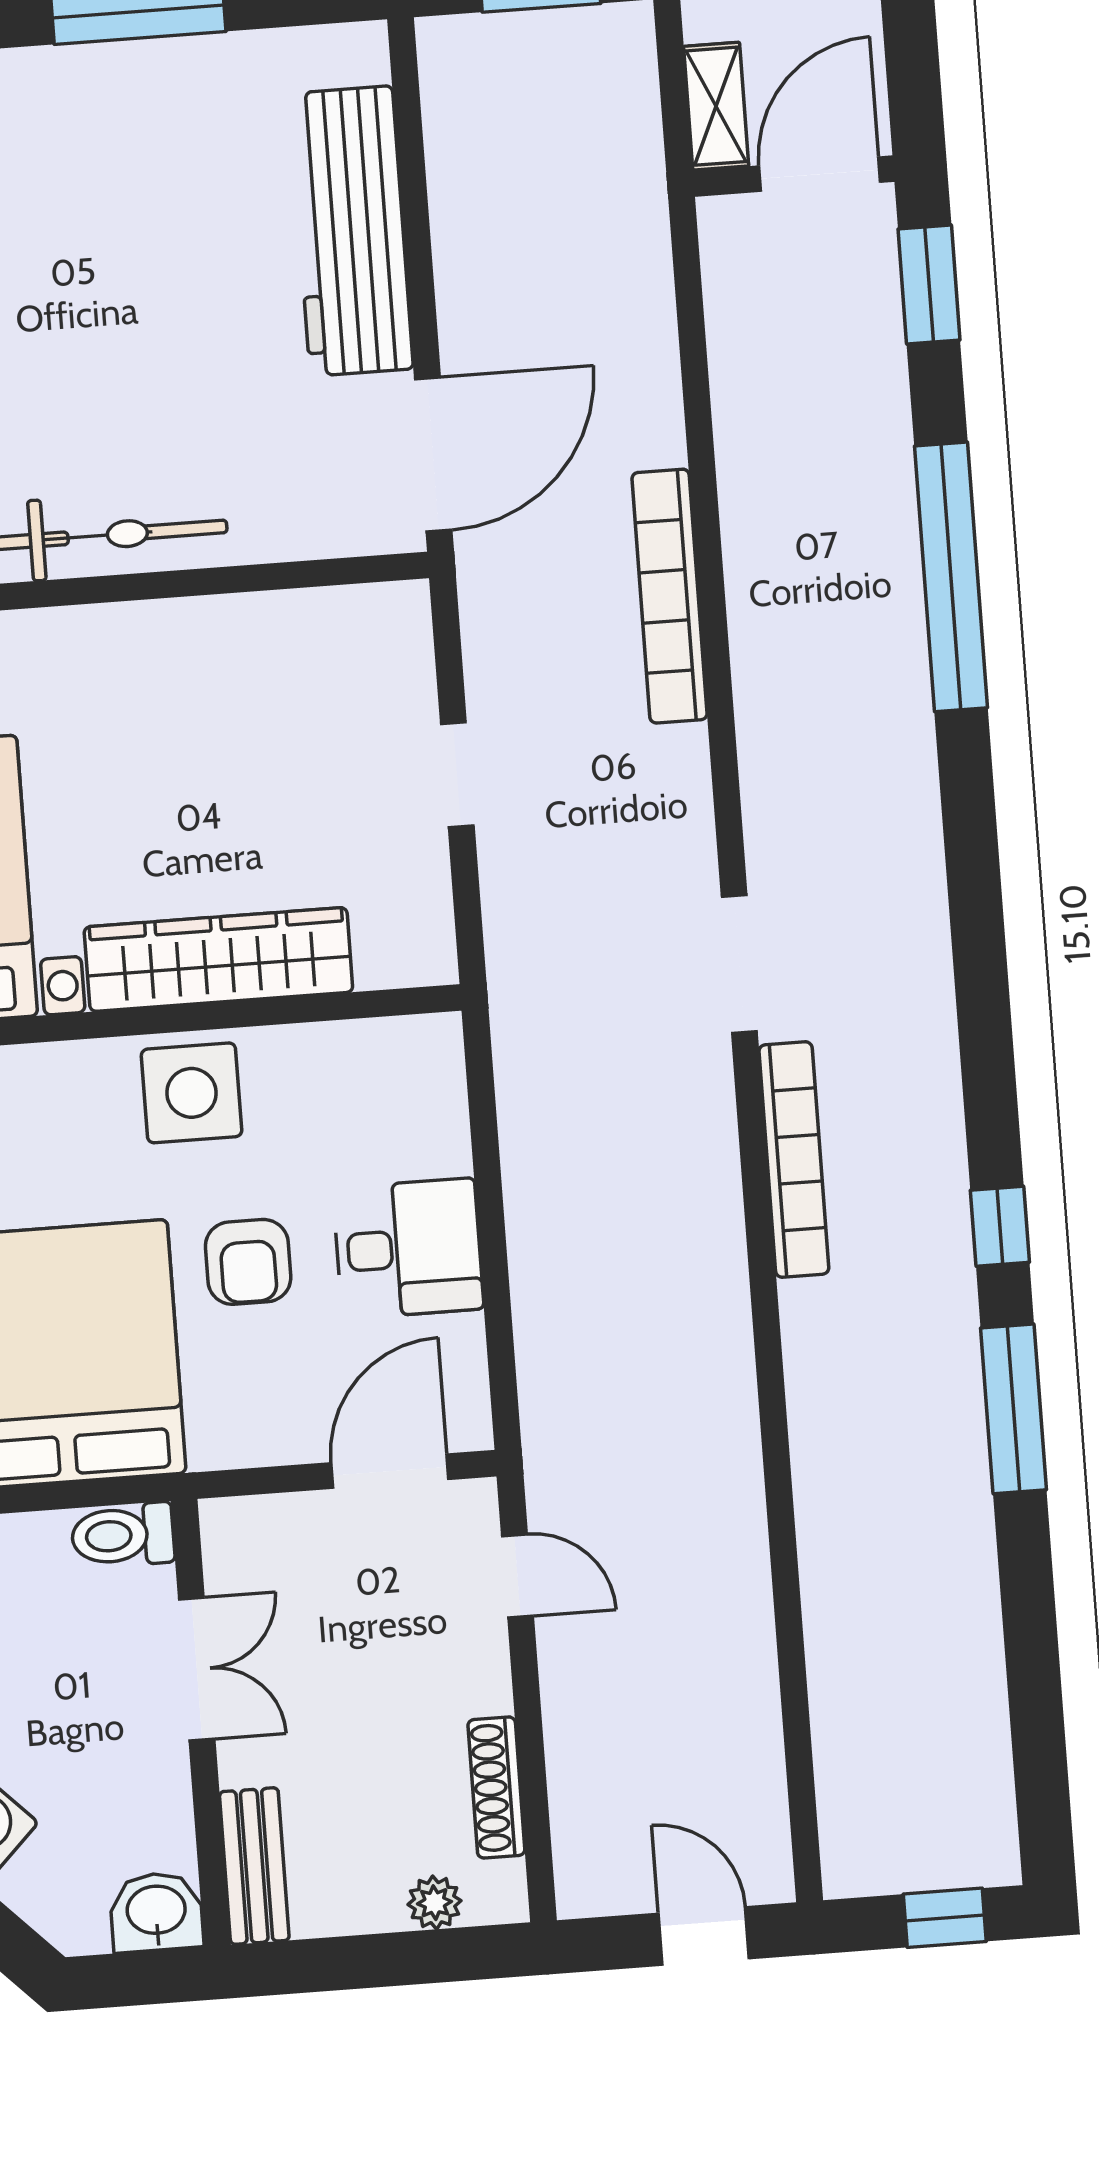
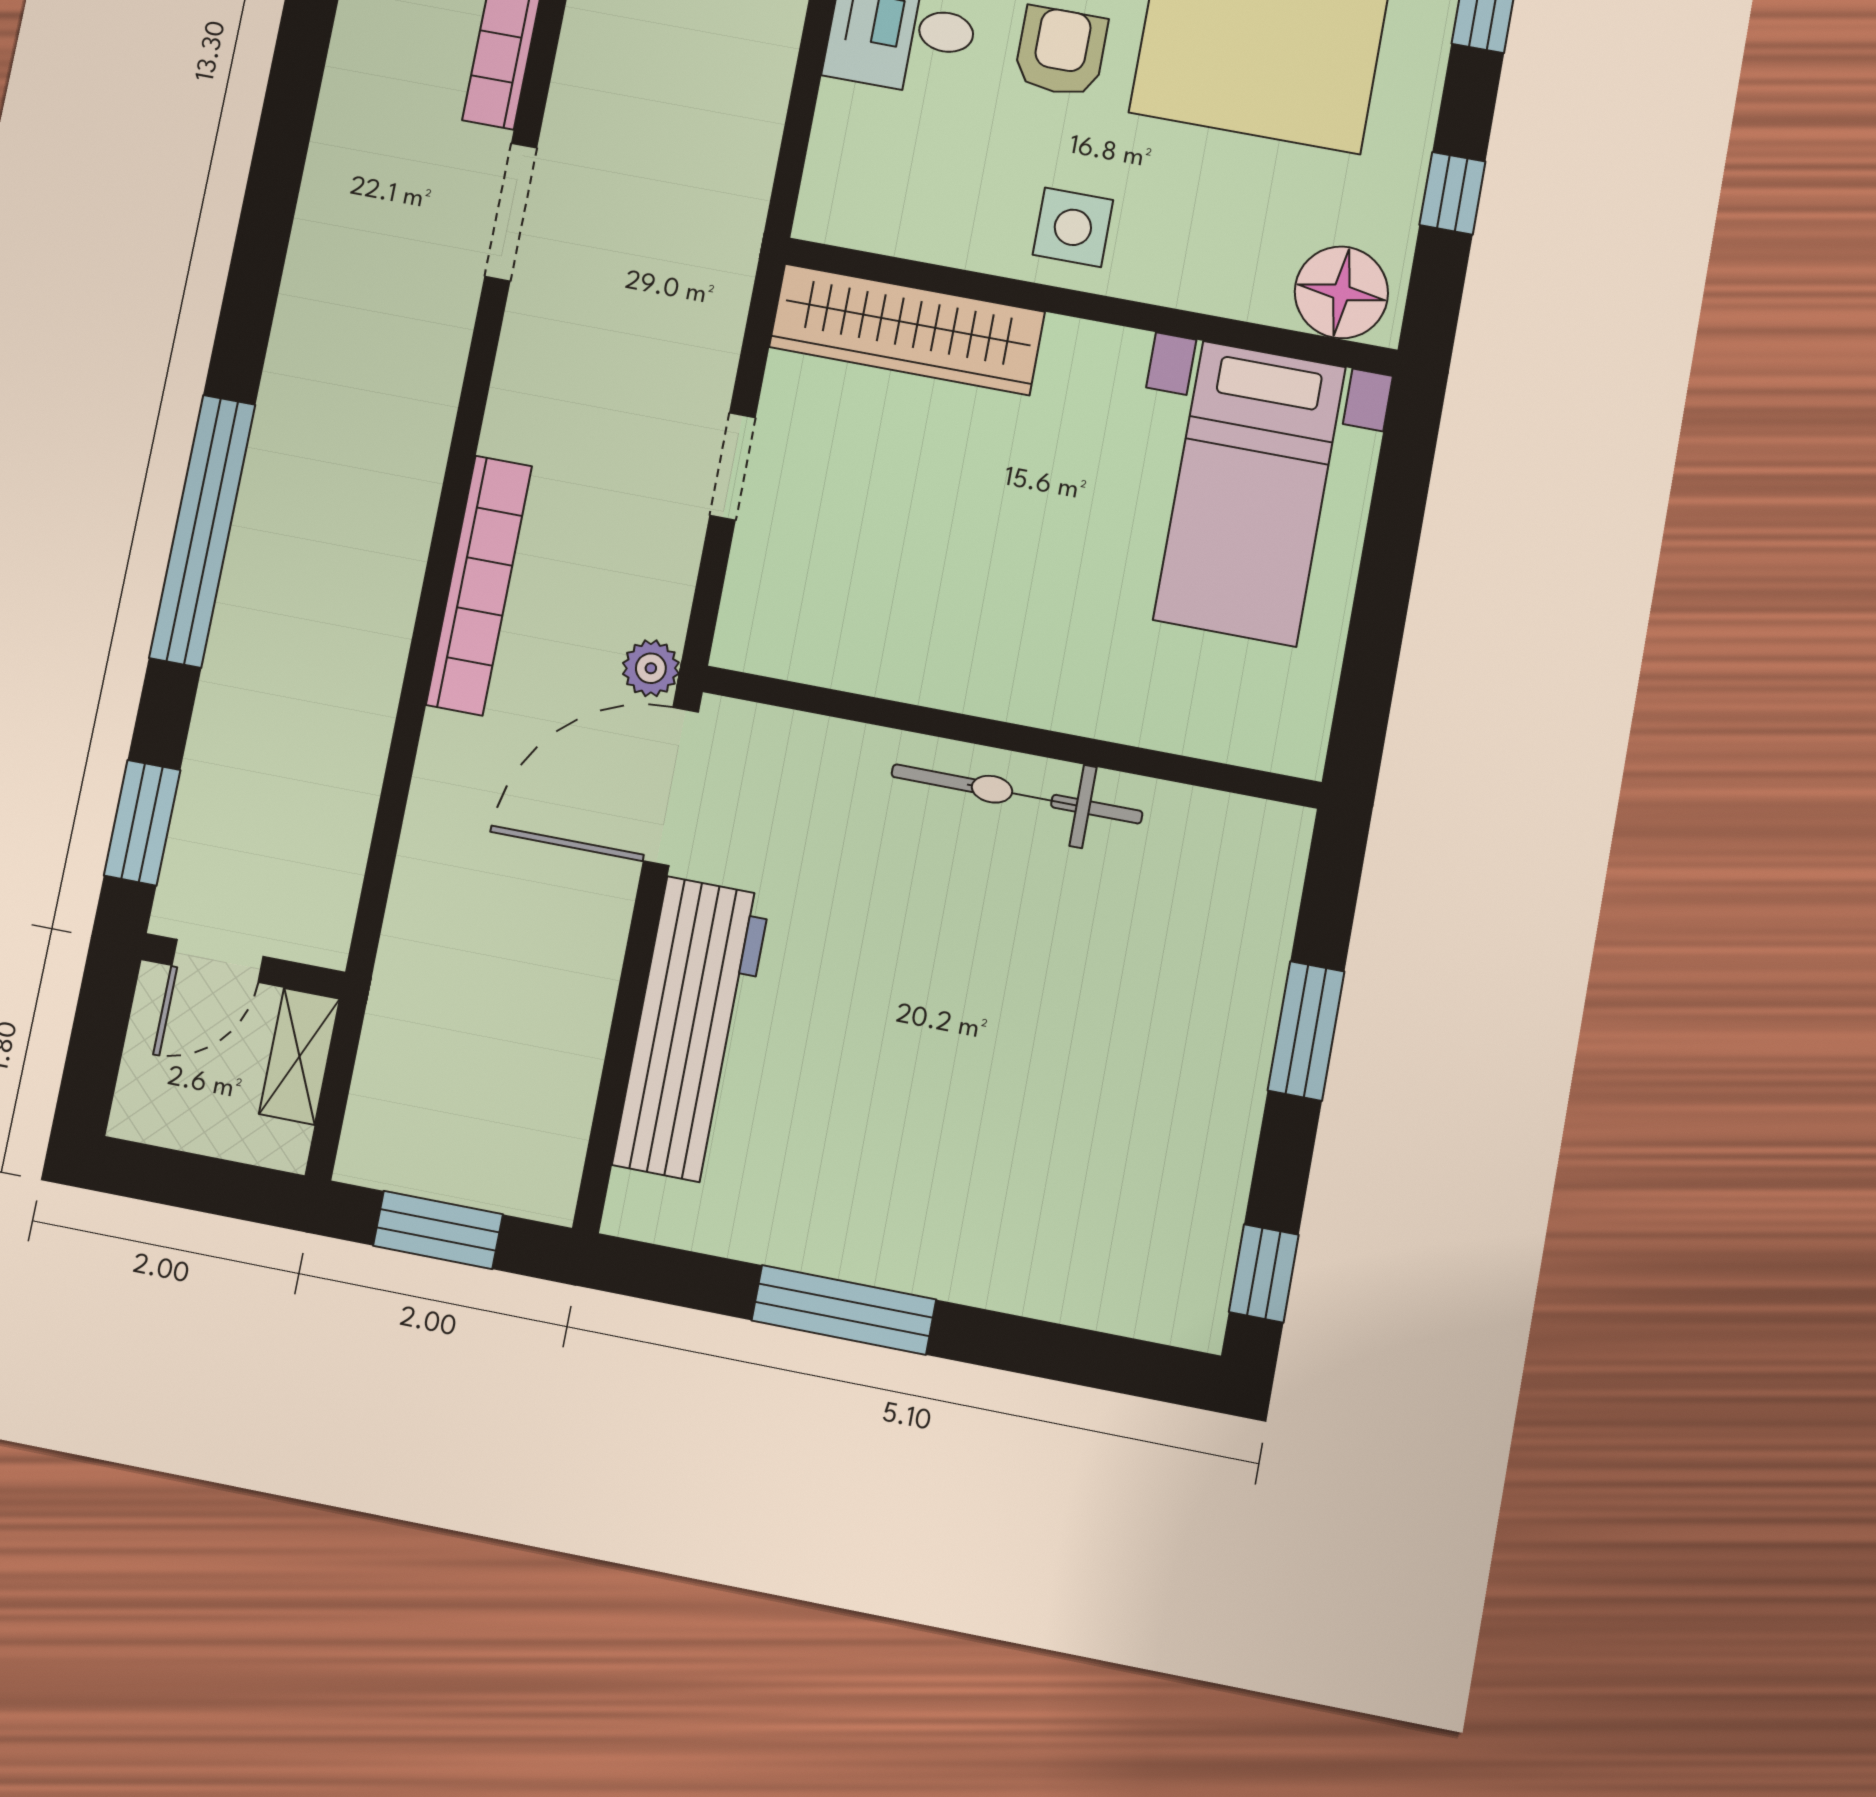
door: (820, 174) -> (217, 961), width x0.73
plant: (483, 561) -> (651, 668), added
wardrobe: (218, 959) -> (907, 329), moved
side table: (192, 1093) -> (1073, 227), width x0.73, depth x0.73

